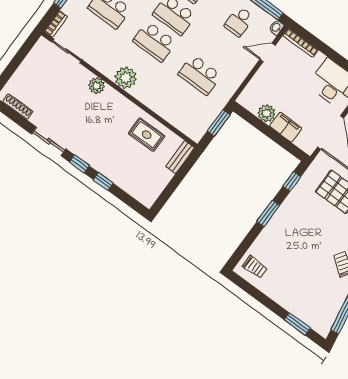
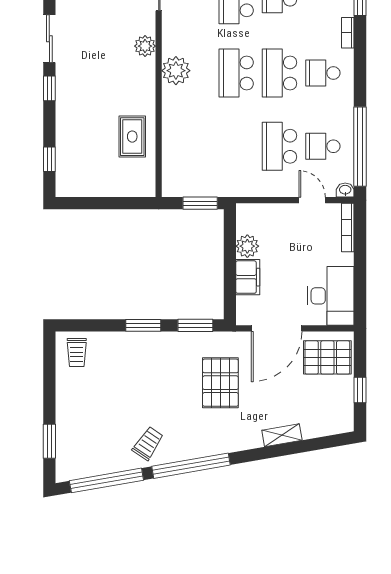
school desk: (200, 75) -> (279, 146), moved
bench: (180, 157) -> (134, 189), removed
window: (103, 181) -> (49, 159), moved
window: (292, 181) -> (195, 325), width x1.50

